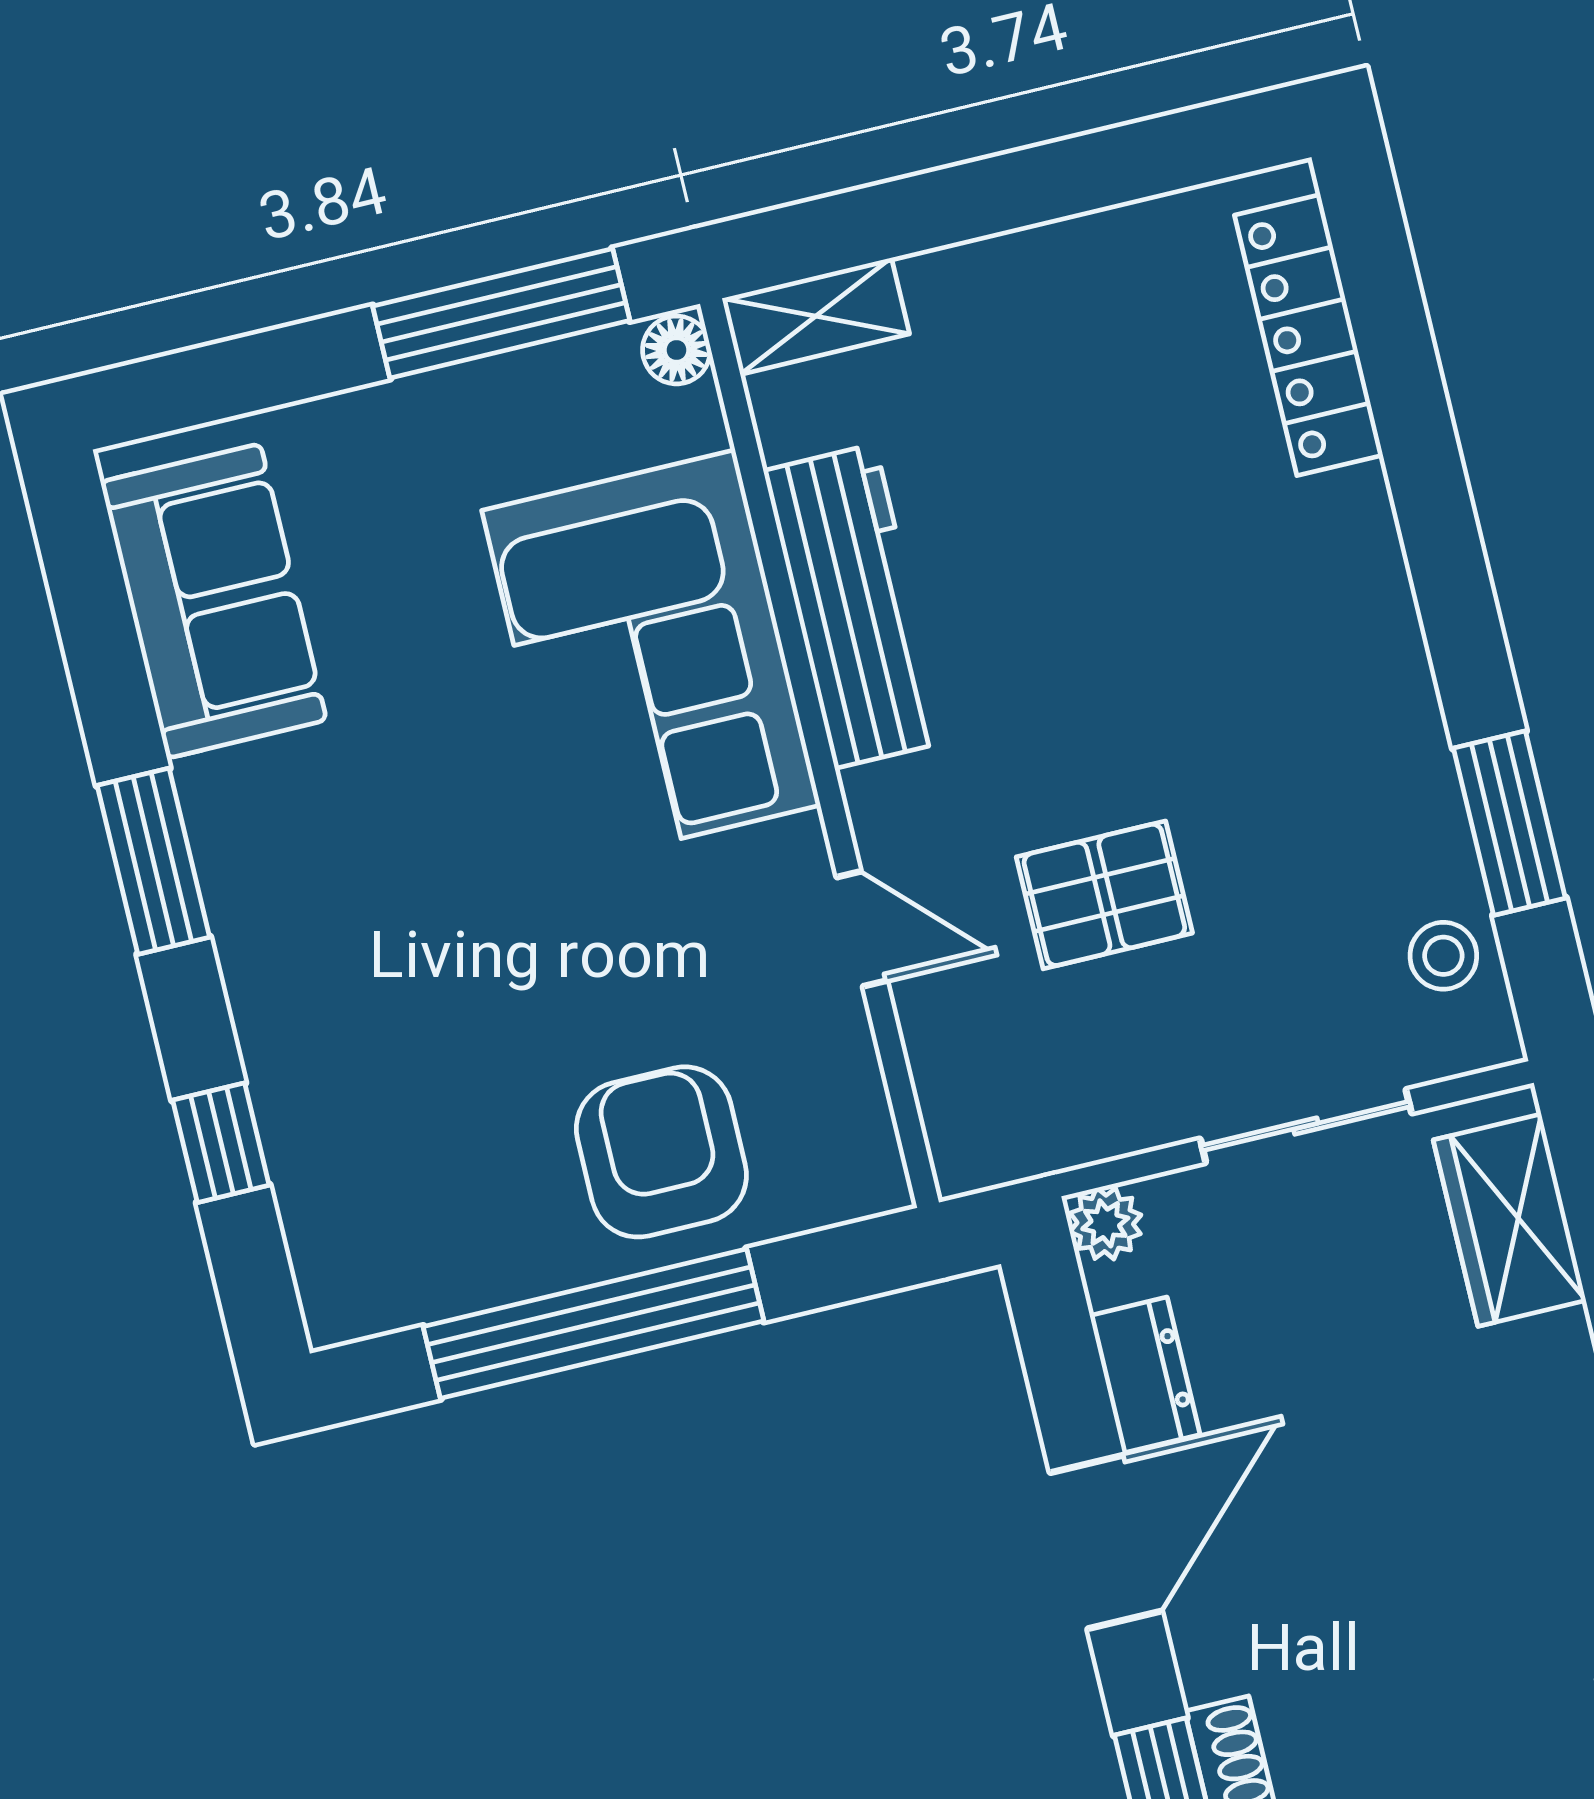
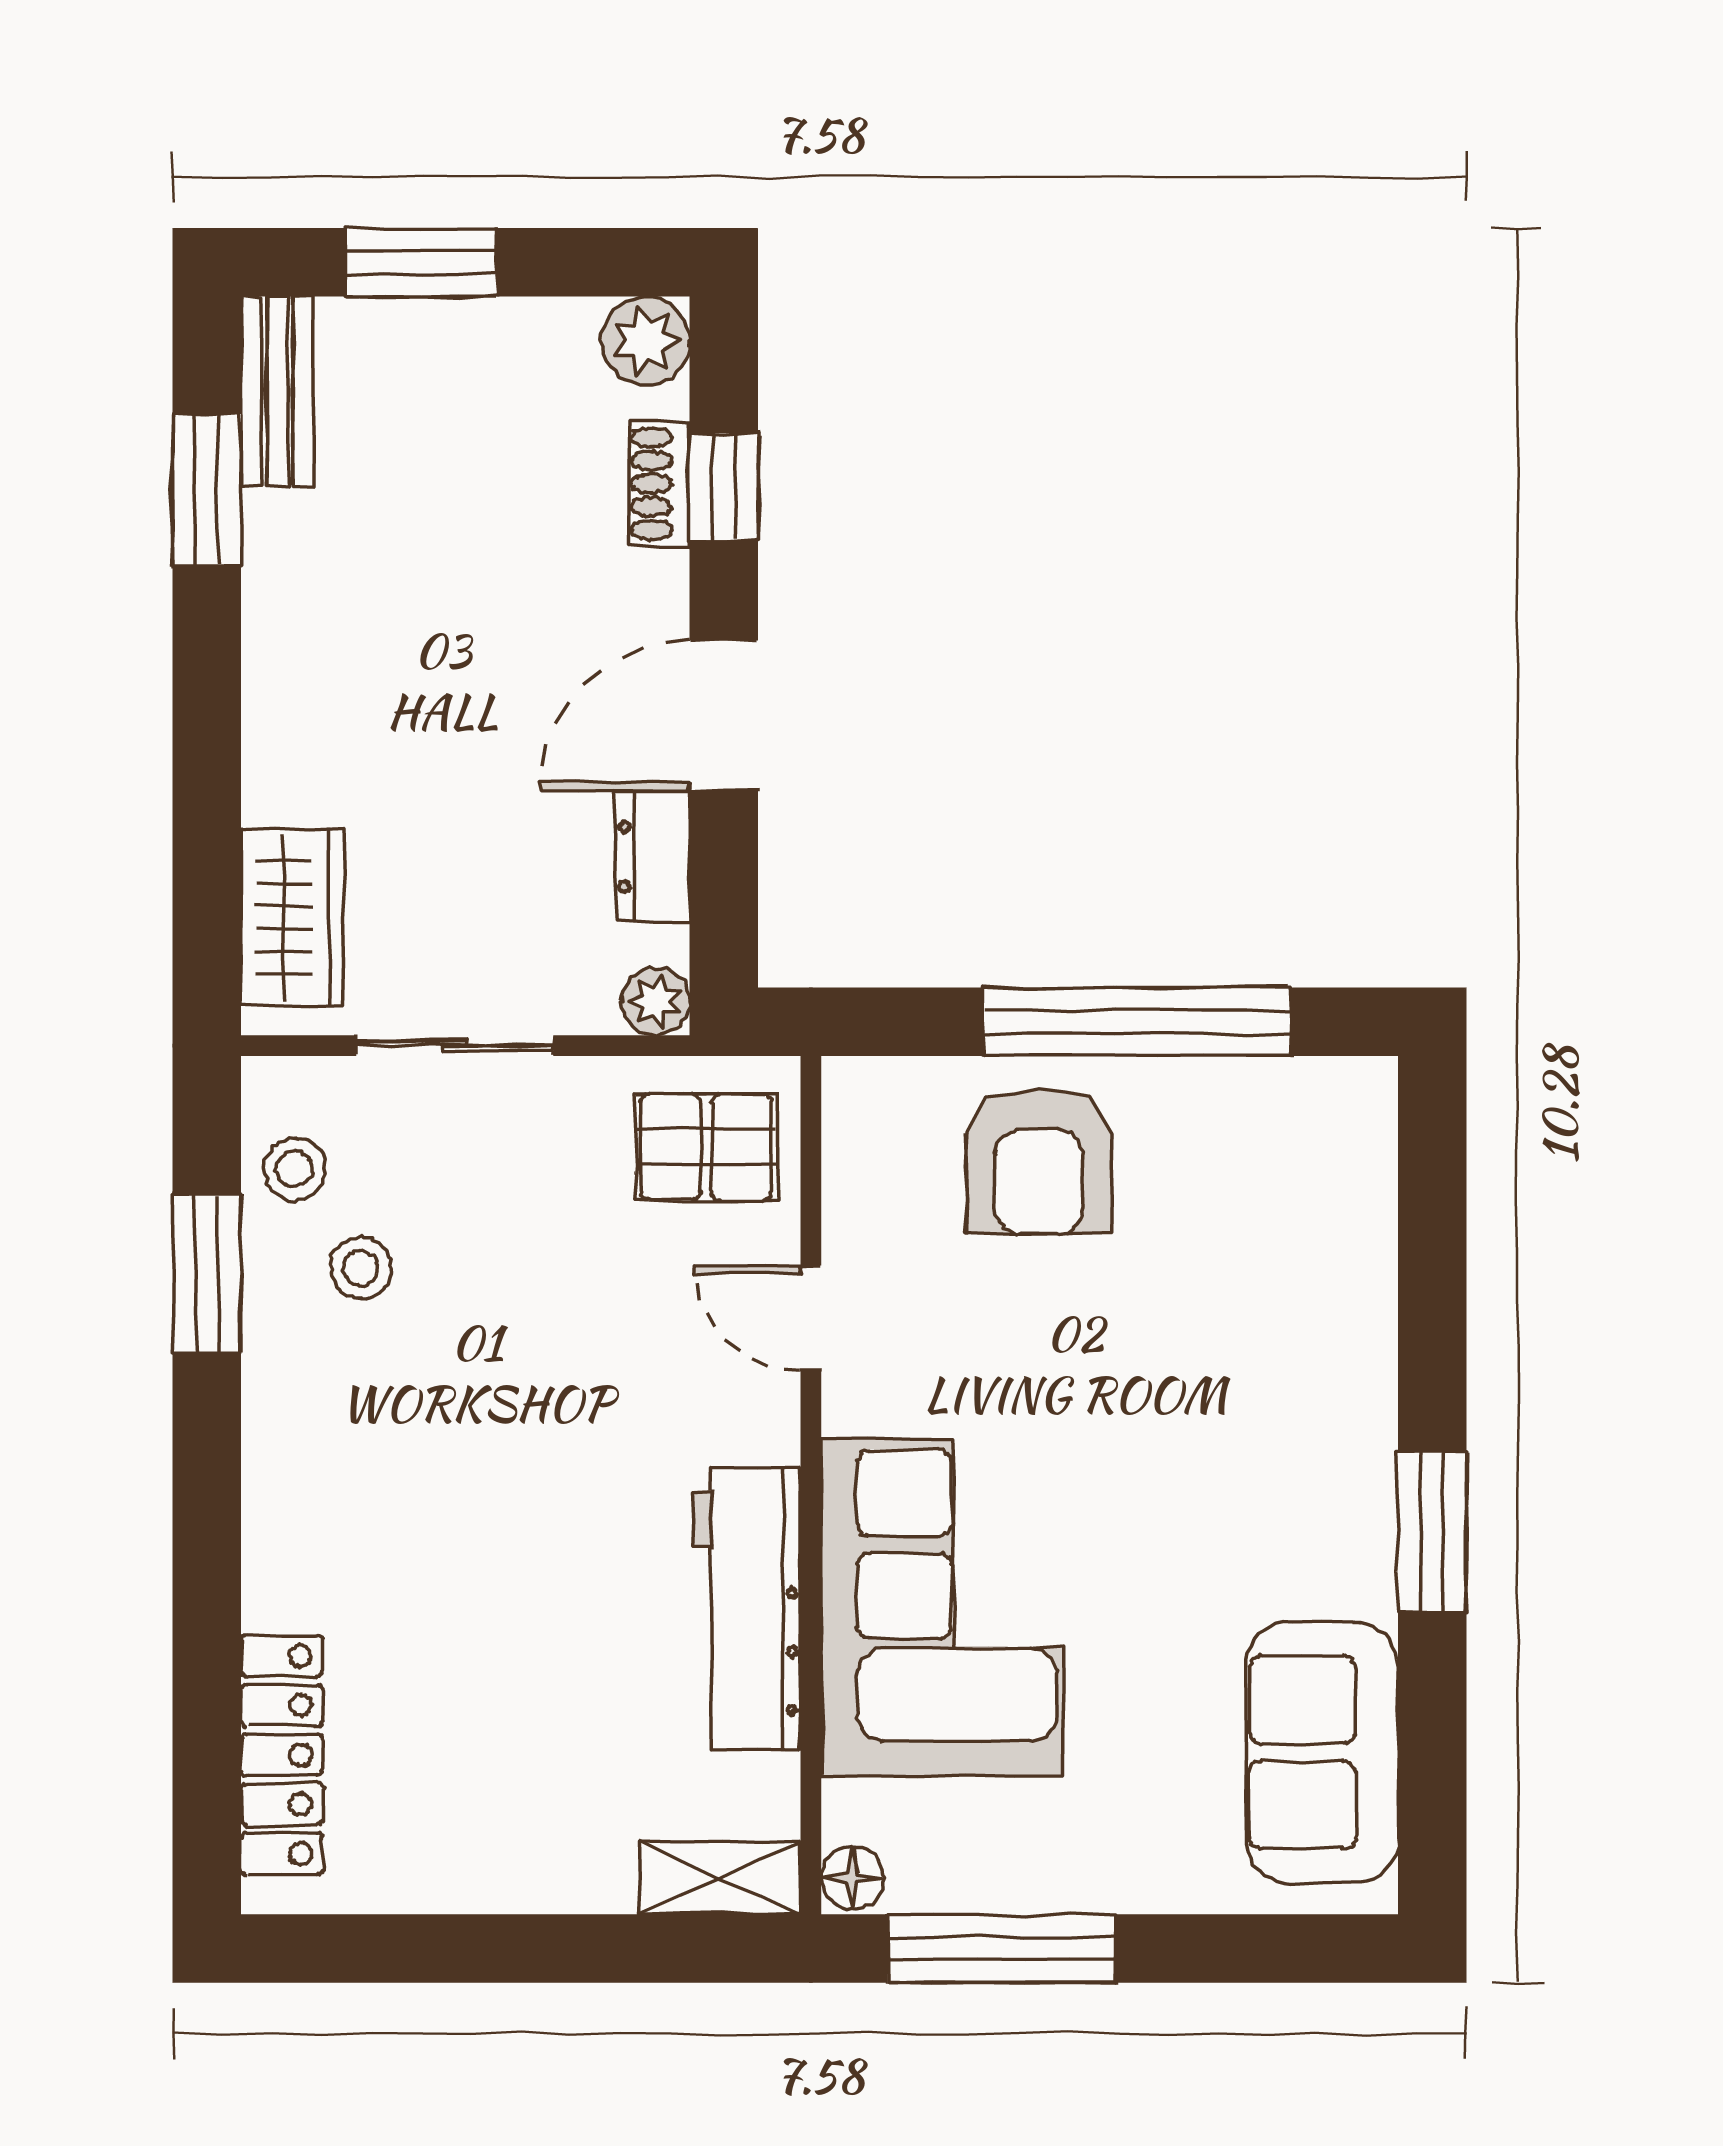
stool: (1349, 868) -> (361, 1268), added
pallet: (1104, 895) -> (706, 1147), moved
window: (221, 1143) -> (1432, 1264), removed

